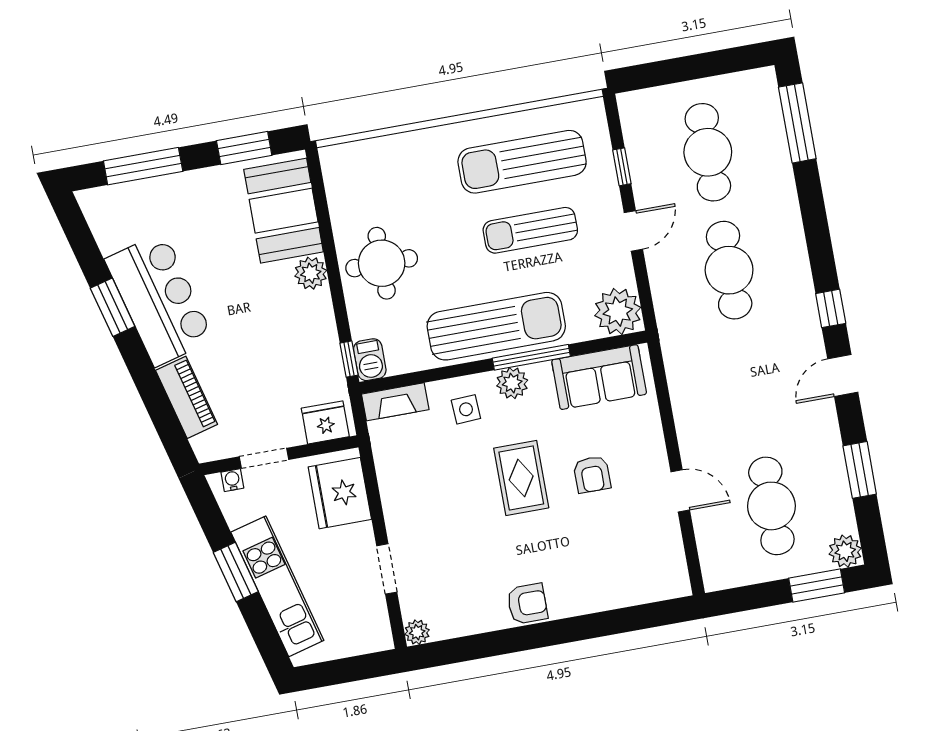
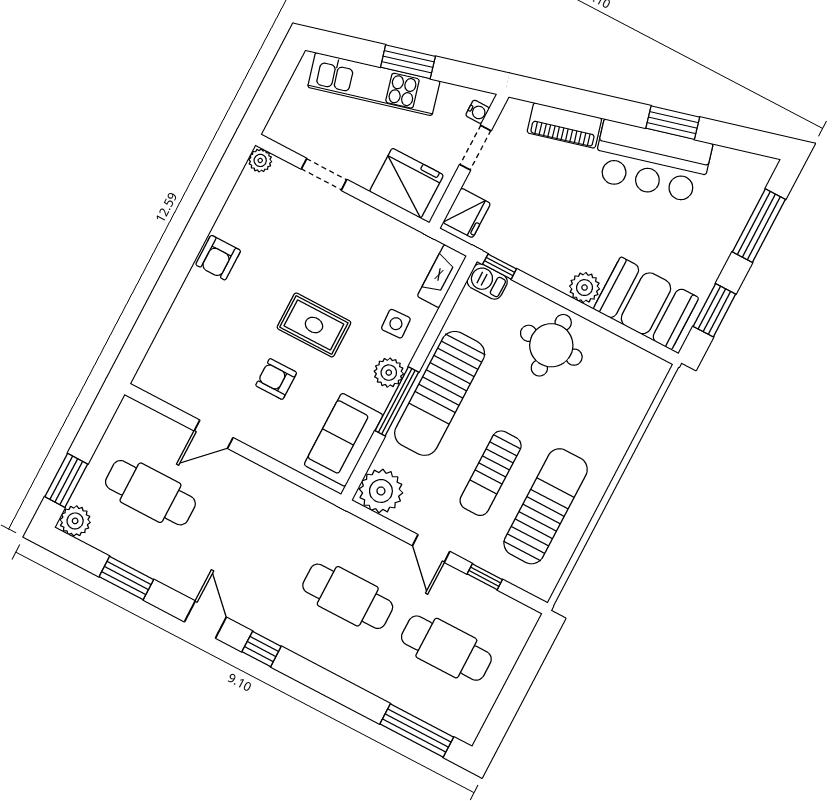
sun lounger: (530, 230) -> (491, 473), turned 180

